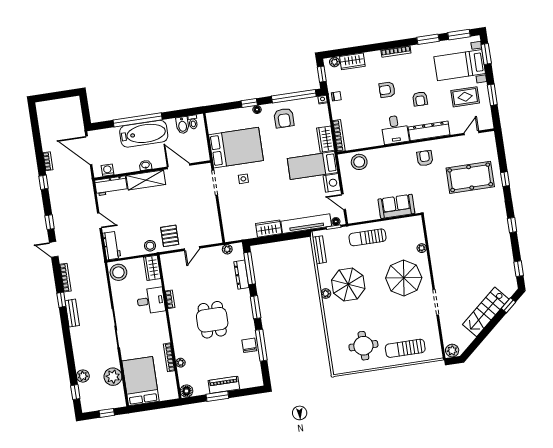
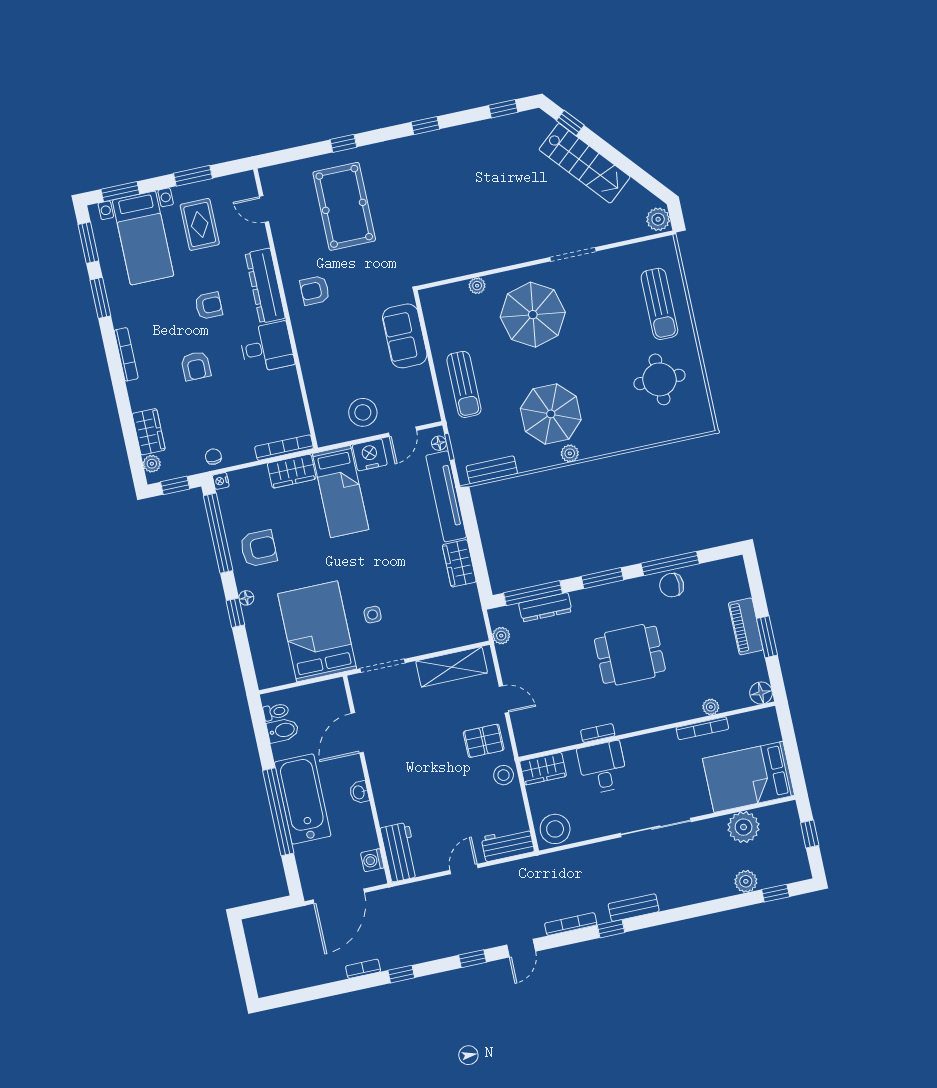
stool: (359, 162) -> (363, 412), moved
shelving: (146, 180) -> (452, 667), moved, turned 90

